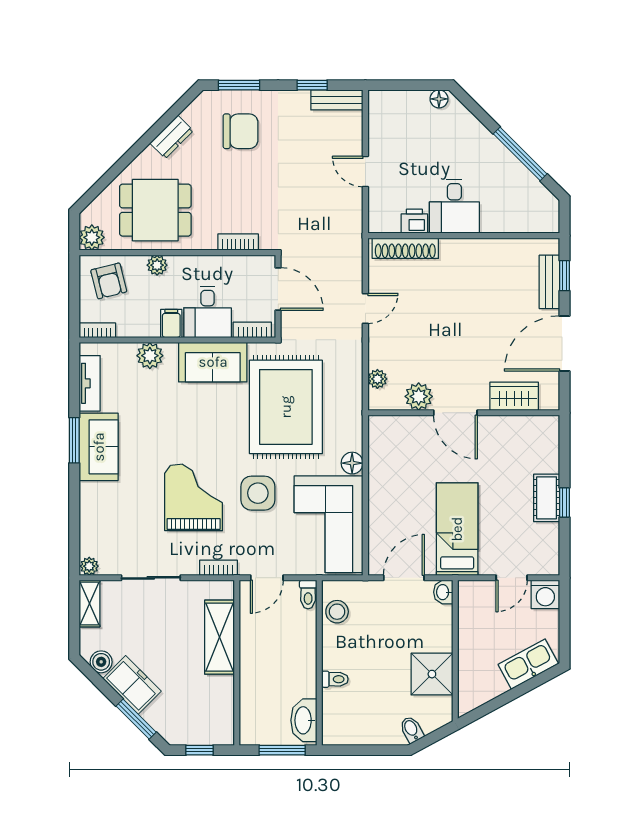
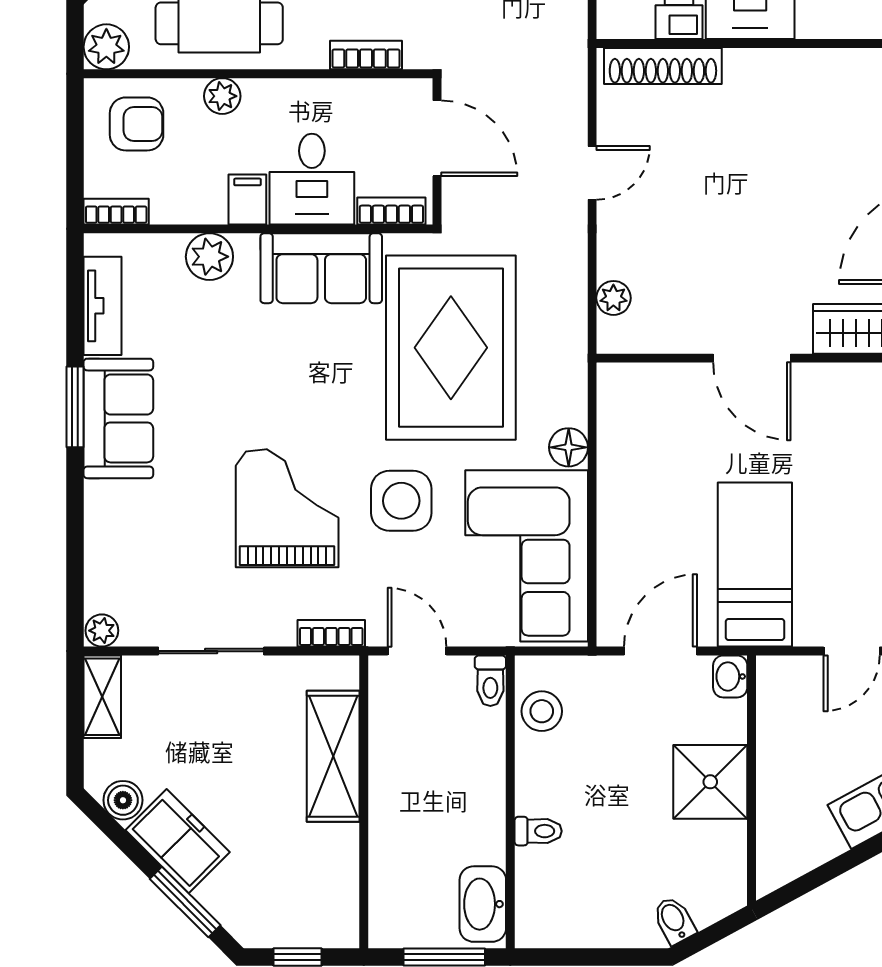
armchair: (109, 281) -> (137, 124), turned -76
plant: (419, 396) -> (687, 329), removed
door: (267, 578) -> (417, 651), swing flipped
shower: (432, 674) -> (710, 782), moved

